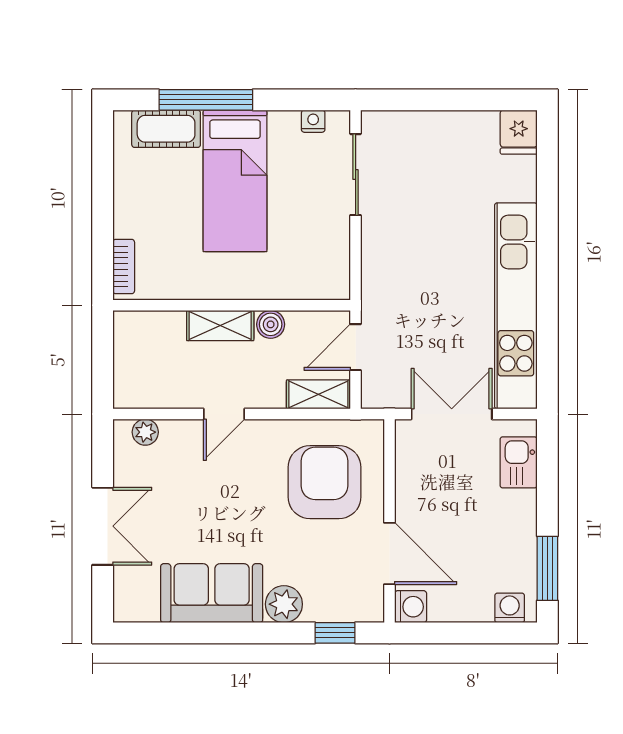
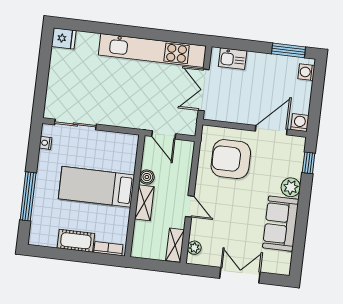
cot: (166, 129) -> (76, 241), moved, turned 90
bed: (235, 181) -> (96, 187), moved, turned 180
shelving: (318, 394) -> (175, 245), moved

